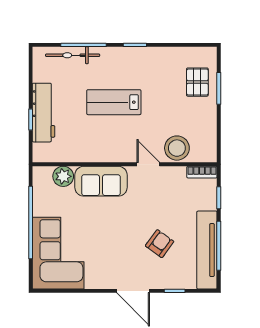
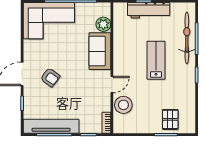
bicycle: (73, 55) -> (187, 38), width x1.37, depth x1.40
pallet: (197, 82) -> (170, 119), turned 90
armchair: (160, 244) -> (50, 77), moved

